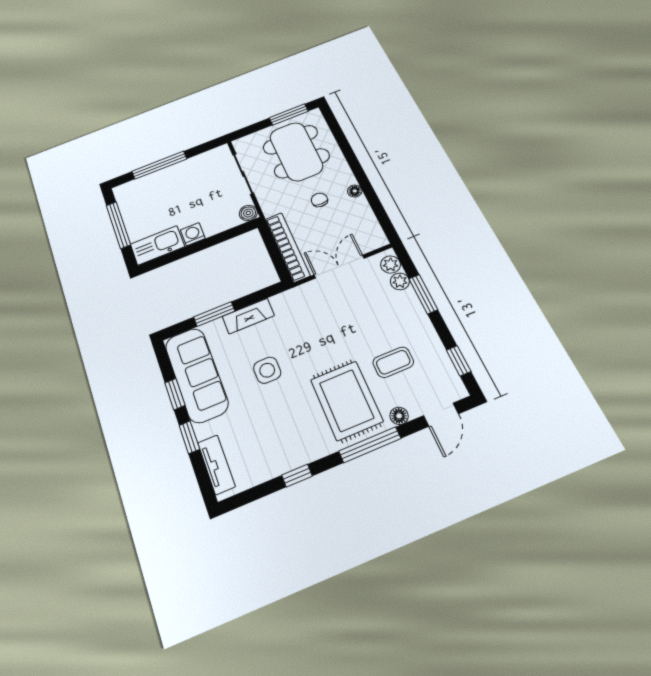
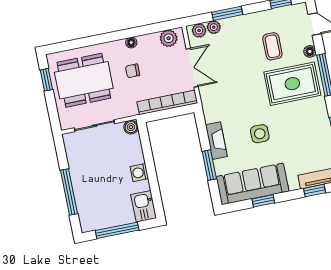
window: (289, 115) -> (46, 80), width x0.67
plant: (371, 231) -> (169, 38), added
kitchen sink: (157, 245) -> (144, 206), width x0.73
double door: (339, 267) -> (192, 68), swing flipped
window: (189, 437) -> (315, 191), moved

